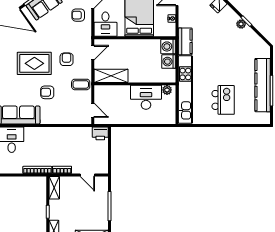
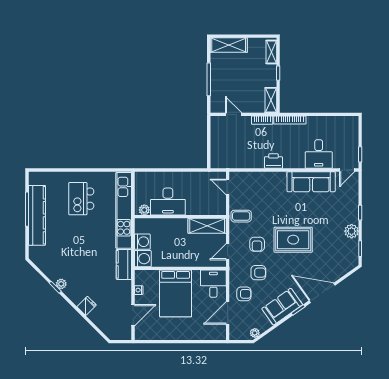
armchair: (47, 92) -> (258, 273), moved
printer: (100, 133) -> (273, 161), moved

